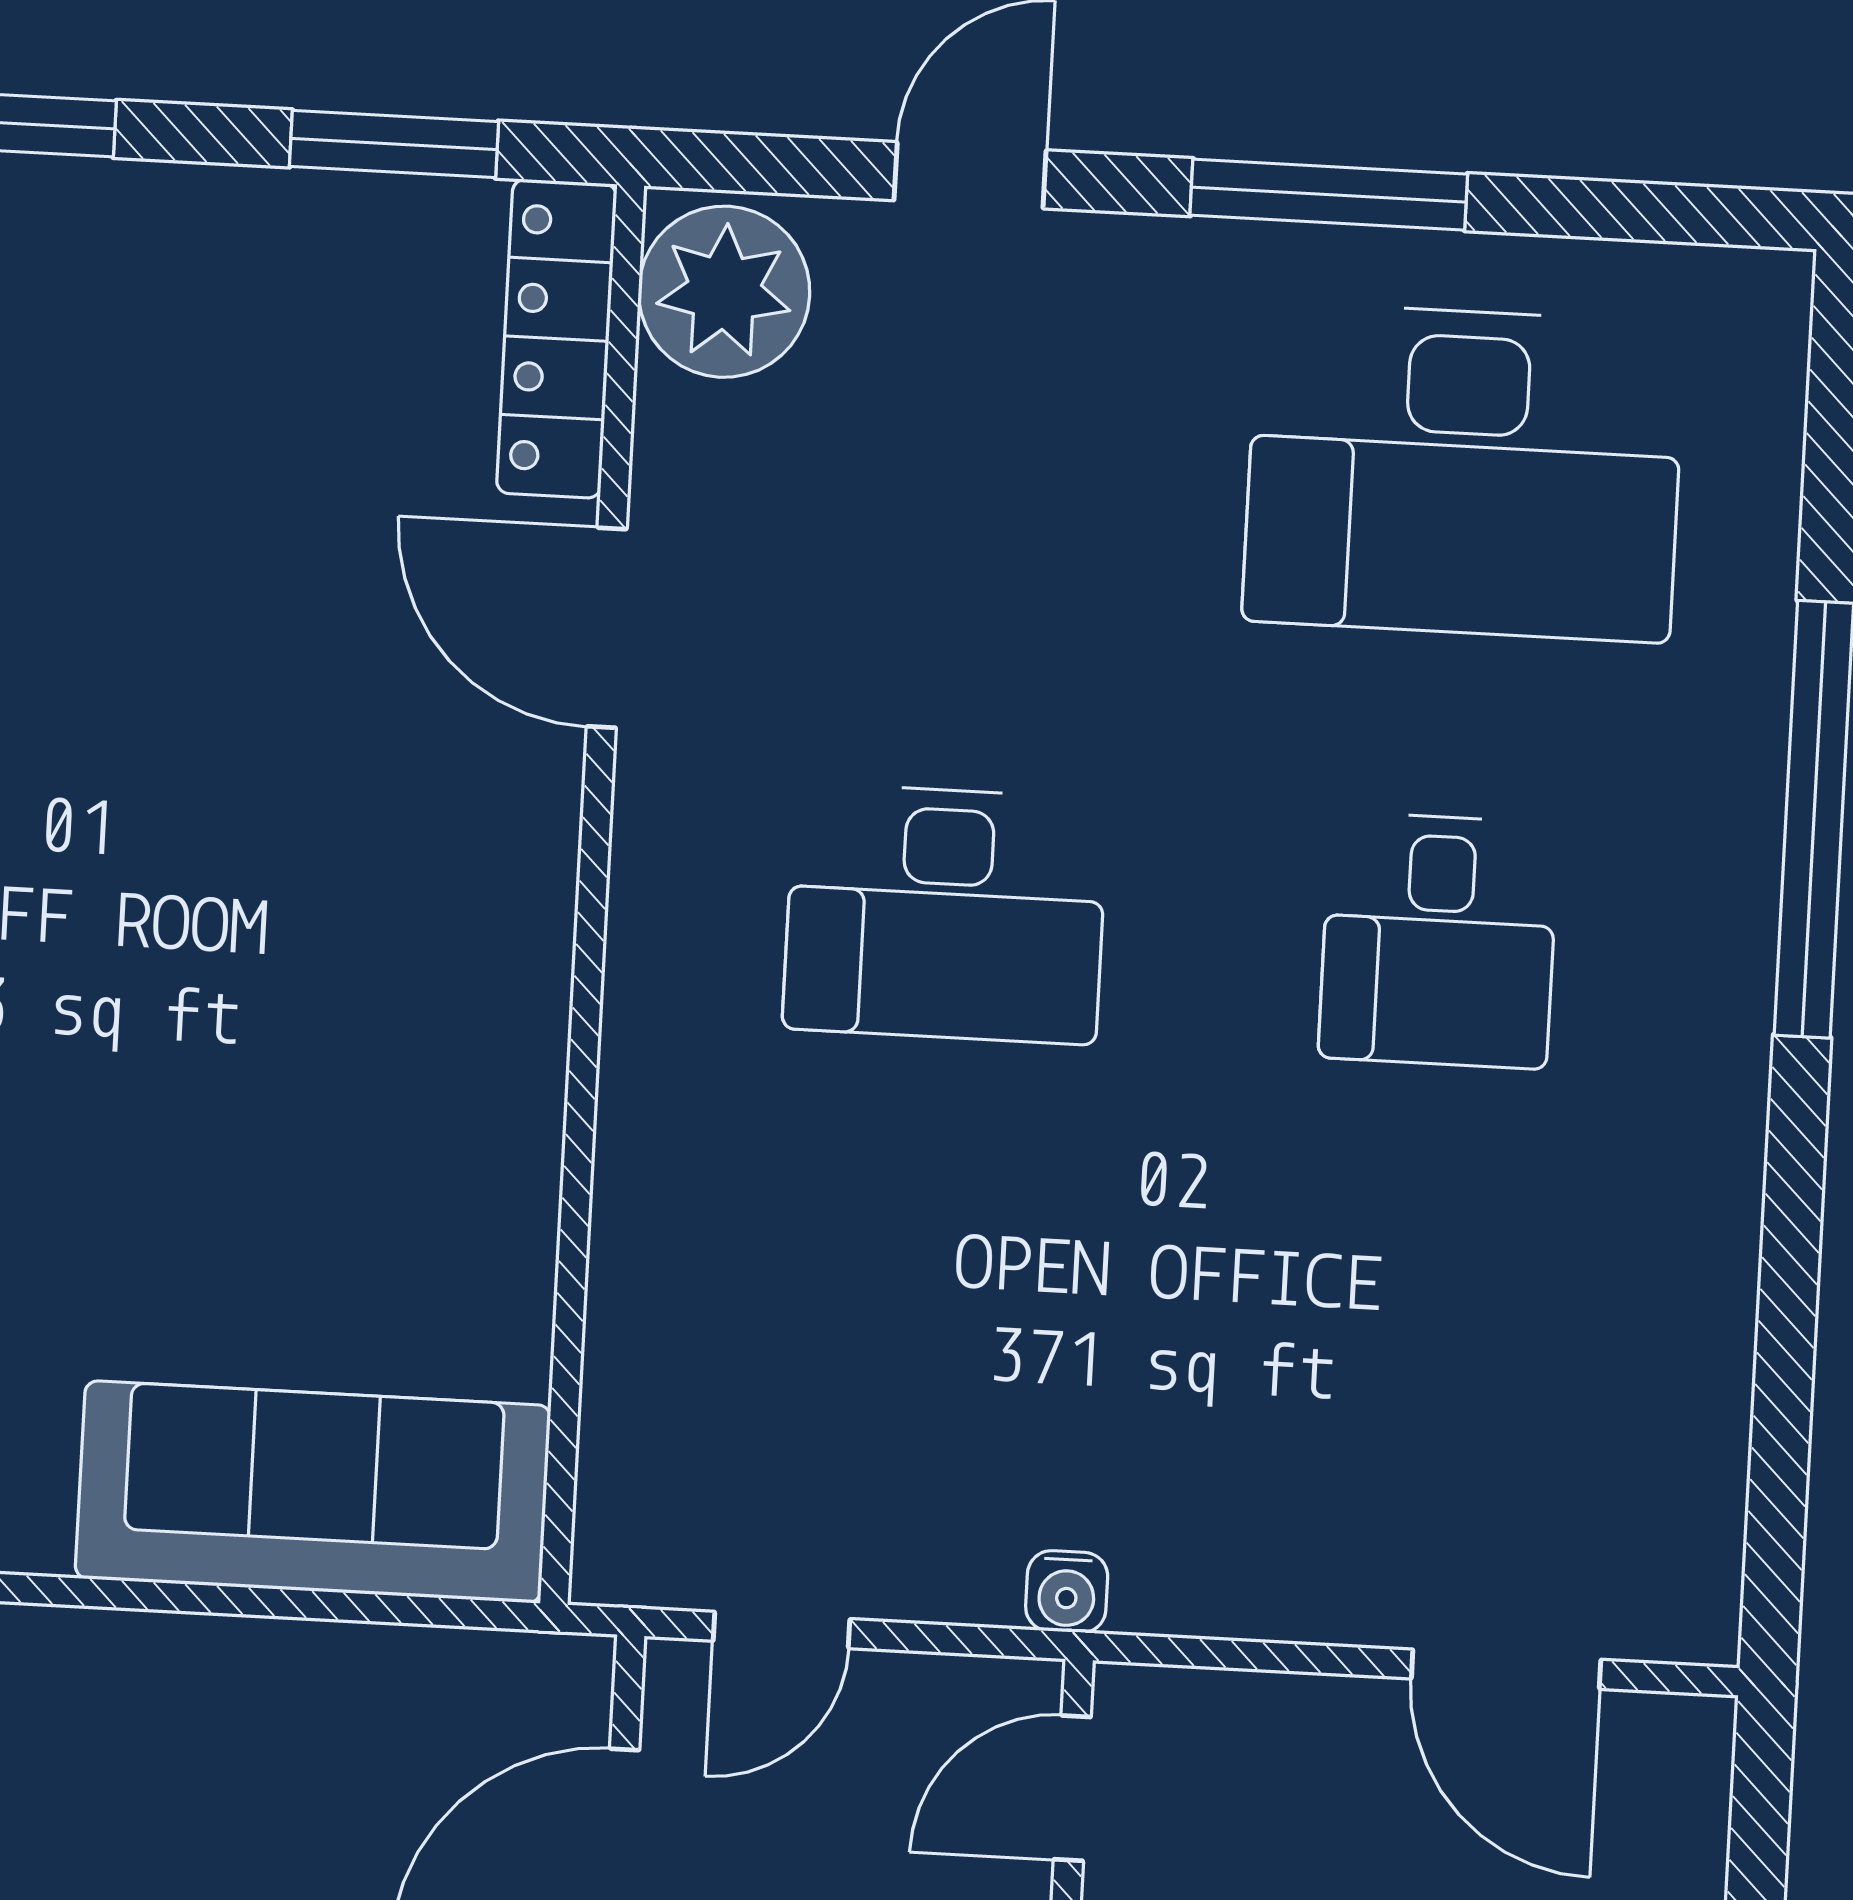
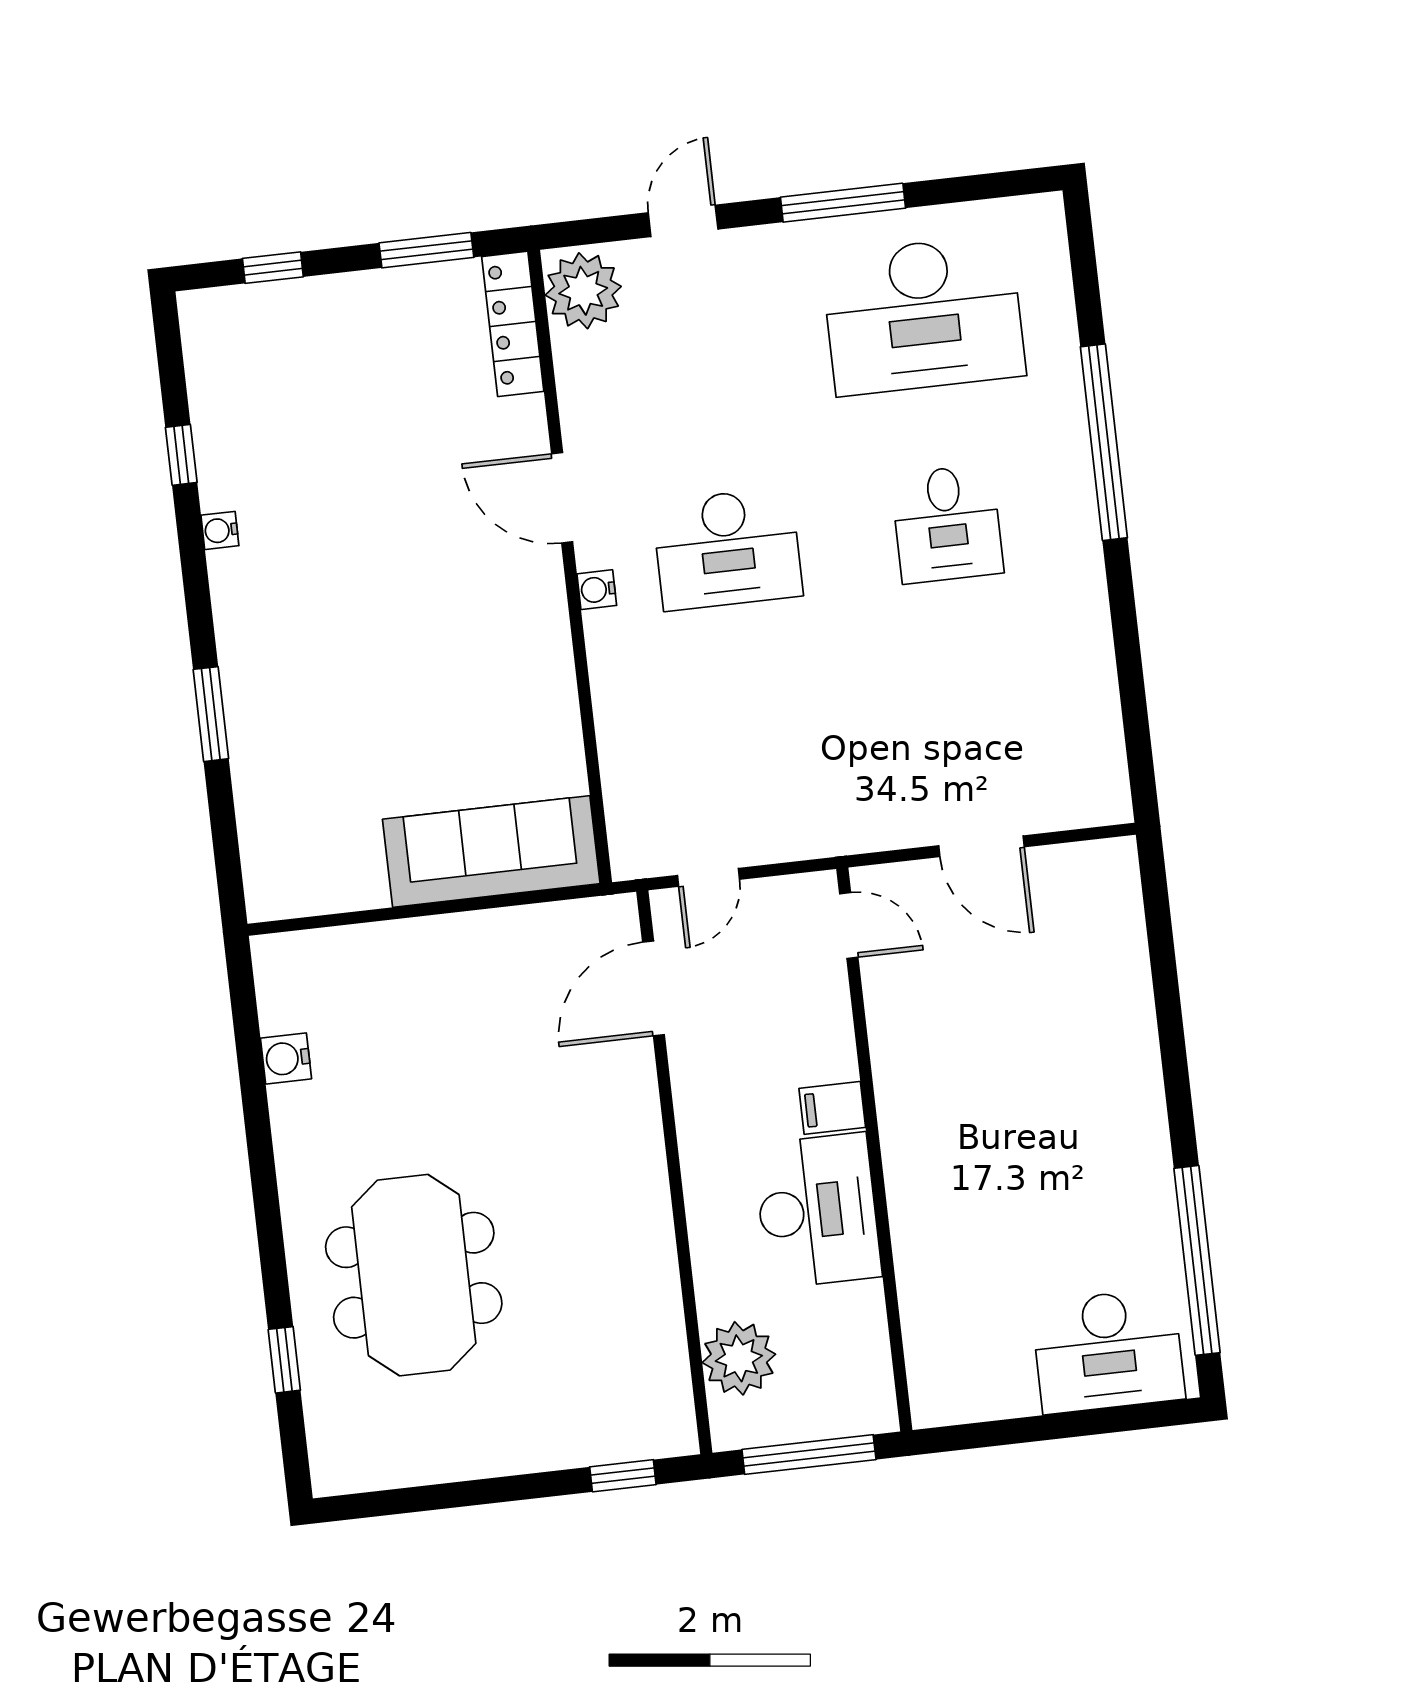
door: (607, 628) -> (562, 498), moved
water cooler: (1067, 1592) -> (597, 590), moved, turned 90
door: (1506, 1669) -> (981, 846), moved
door: (1072, 1788) -> (849, 926), swing flipped

